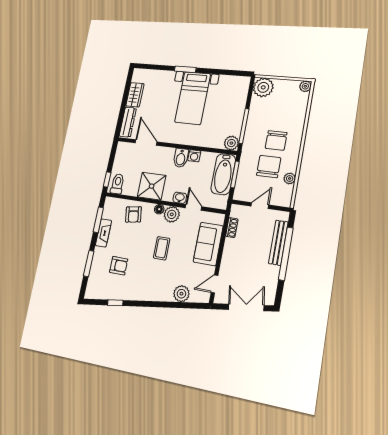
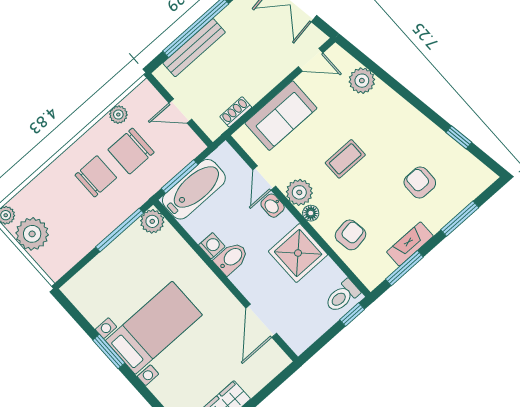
window: (185, 69) -> (109, 351), moved
plant: (263, 87) -> (32, 234), moved
dresser: (128, 122) -> (265, 372), removed

